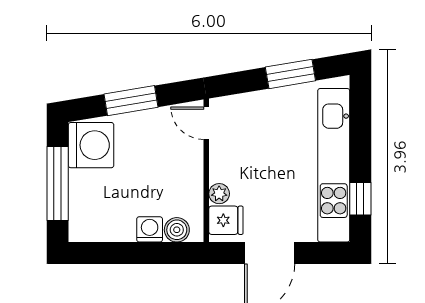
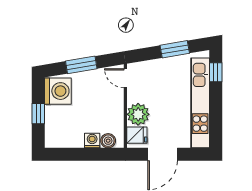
window: (58, 184) -> (38, 114), width x0.46
plant: (219, 194) -> (138, 114), width x1.88, depth x1.88
window: (360, 199) -> (216, 72), moved

